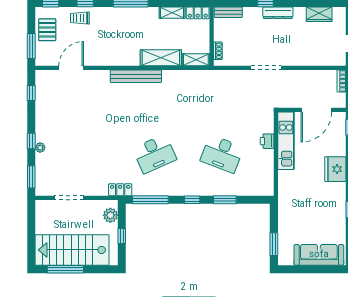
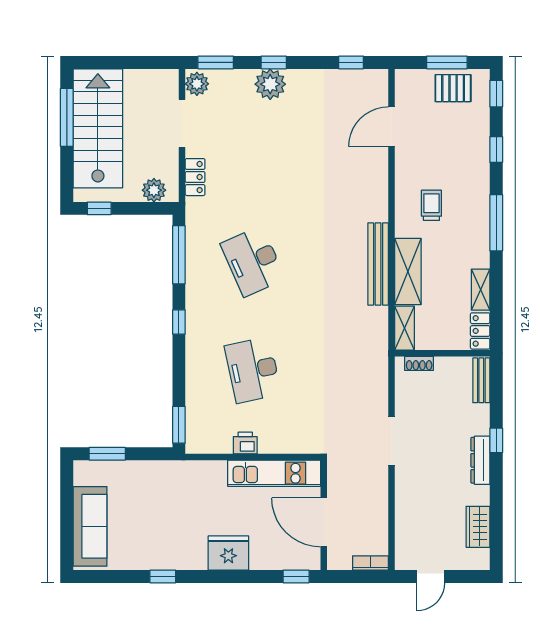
trolley: (80, 18) -> (431, 205), moved
window: (31, 46) -> (447, 62), moved
door: (71, 68) -> (391, 127), swing flipped
bench: (136, 76) -> (378, 264), moved
printer: (267, 141) -> (245, 443), moved
plant: (40, 148) -> (270, 84), width x1.88, depth x1.88
desk: (222, 154) -> (253, 370), turned -33
plant: (44, 189) -> (197, 84), added
locker: (120, 190) -> (195, 177), moved
window: (225, 200) -> (179, 425), moved
window: (122, 236) -> (99, 208), moved

